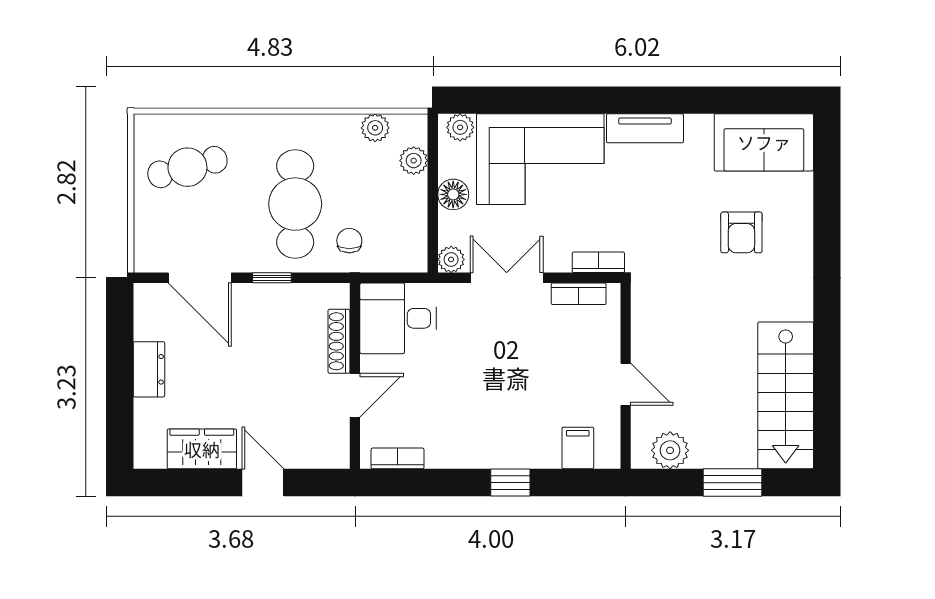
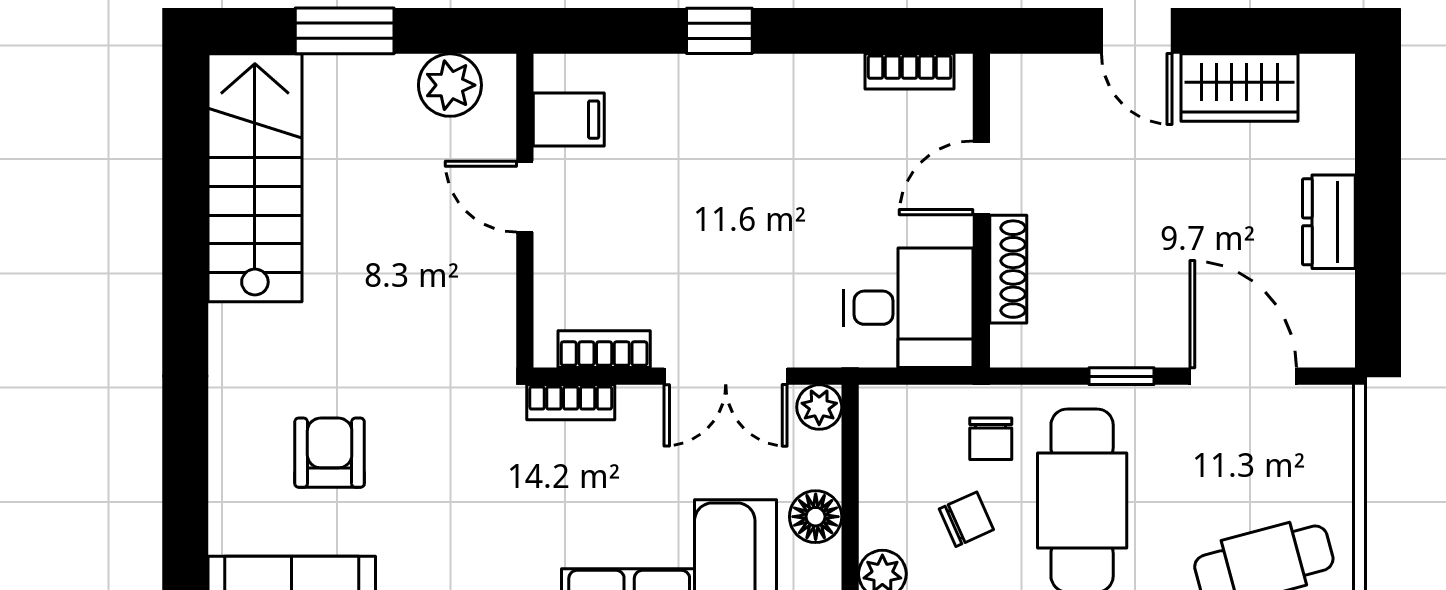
chair: (364, 193) -> (966, 519), added
filing cabinet: (578, 448) -> (569, 120), moved, turned -90

